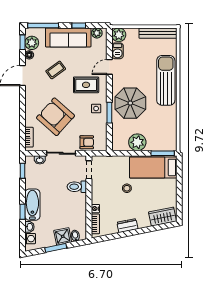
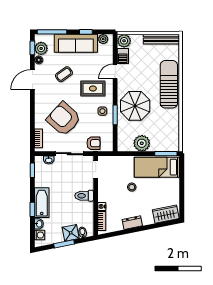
toilet: (77, 187) -> (84, 196), moved

